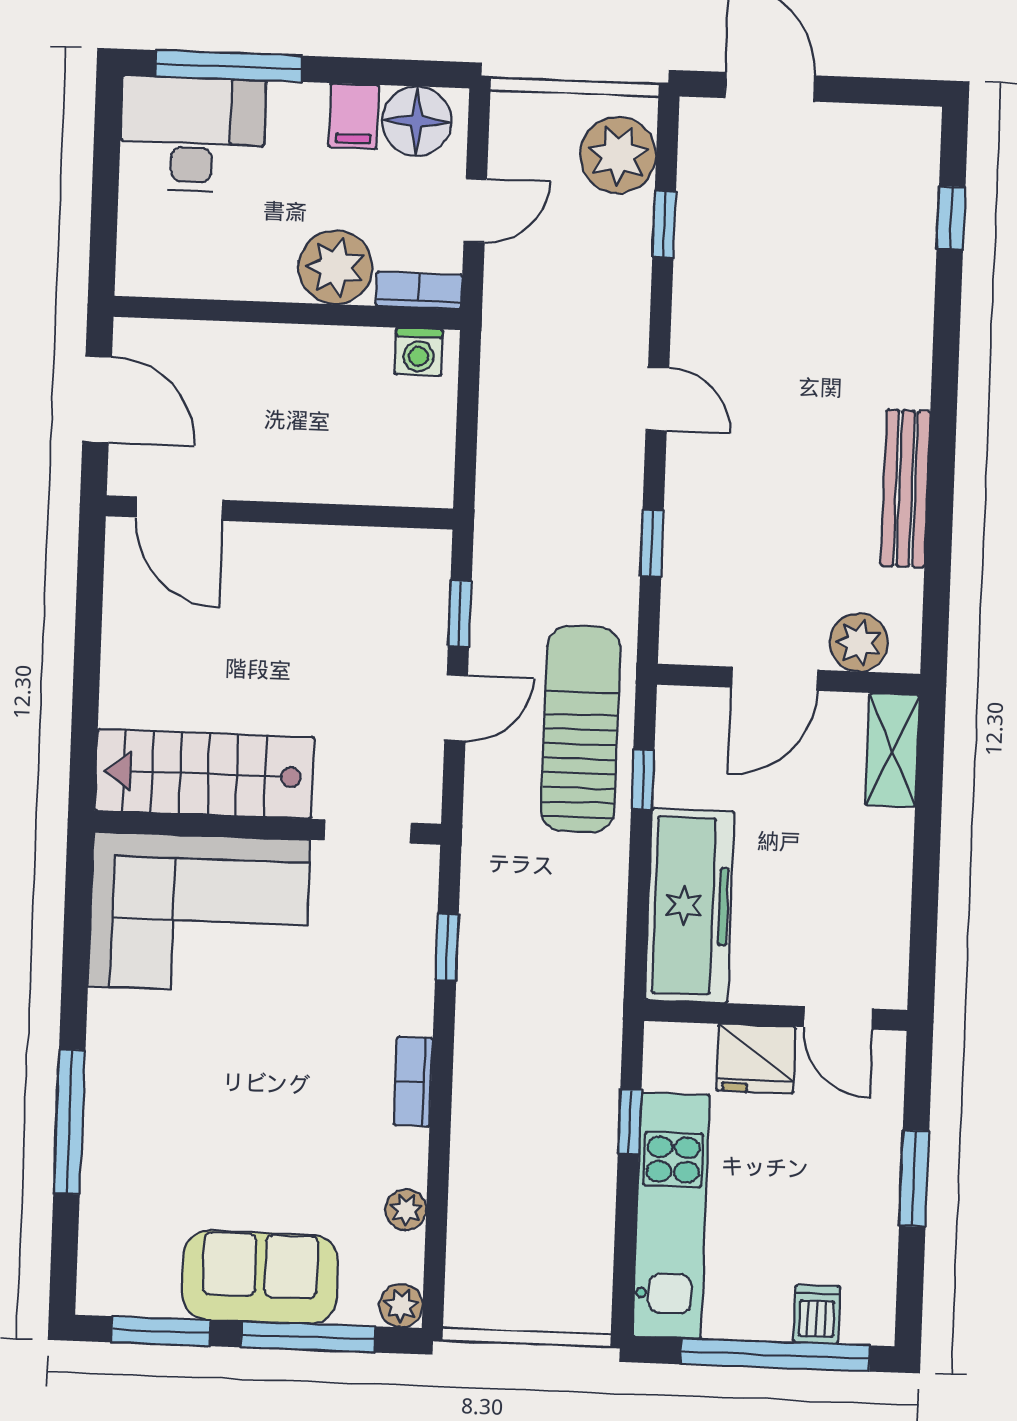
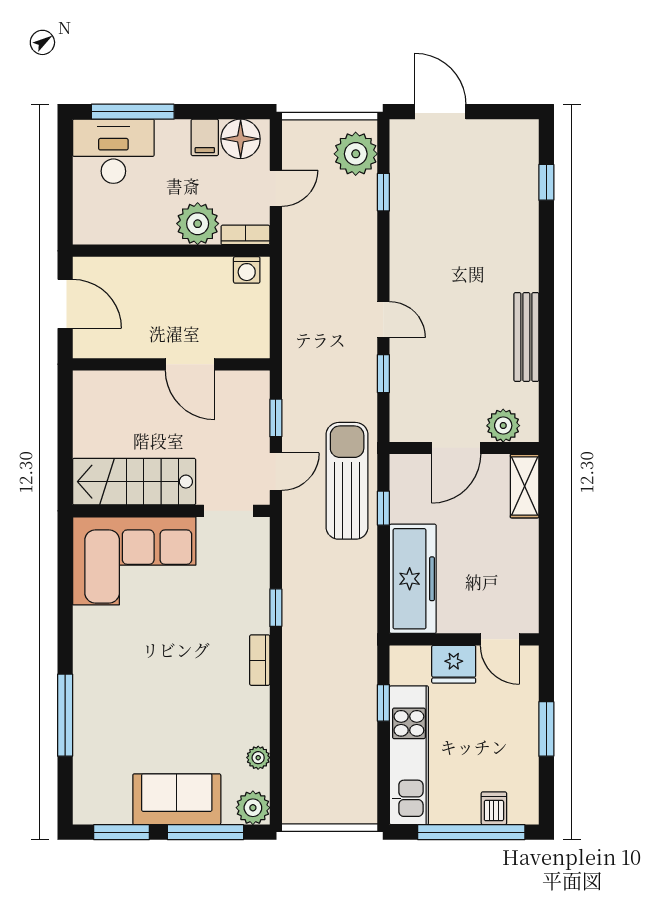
door: (657, 399) -> (383, 320), moved
door: (180, 509) -> (190, 364), moved
stairs: (204, 774) -> (134, 482), moved
wall: (267, 828) -> (171, 511), moved
doorway: (368, 832) -> (228, 511), moved
corner sofa: (199, 913) -> (134, 561), moved
bookcase: (413, 1082) -> (260, 660), moved
plant: (401, 1306) -> (253, 808), width x1.38, depth x1.38

